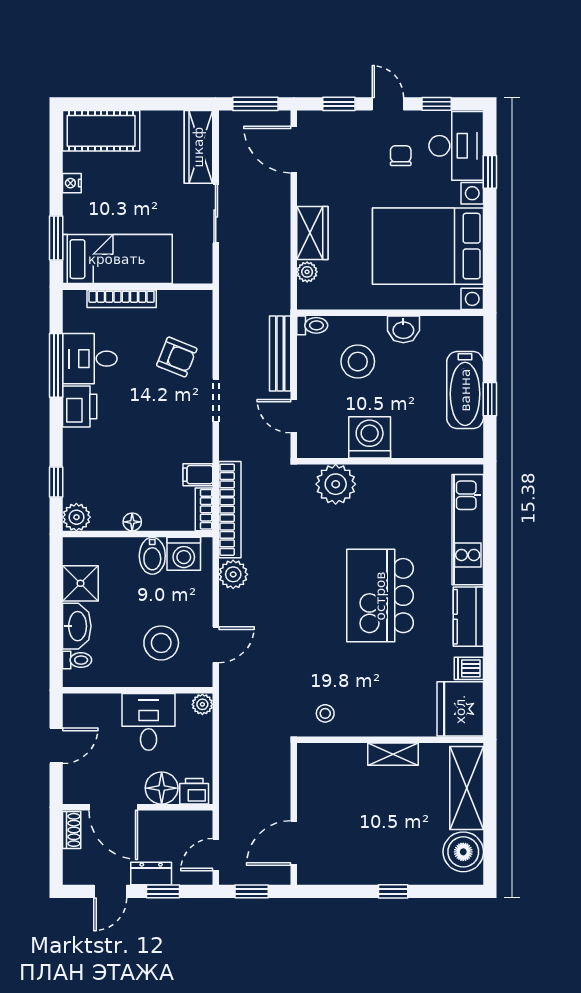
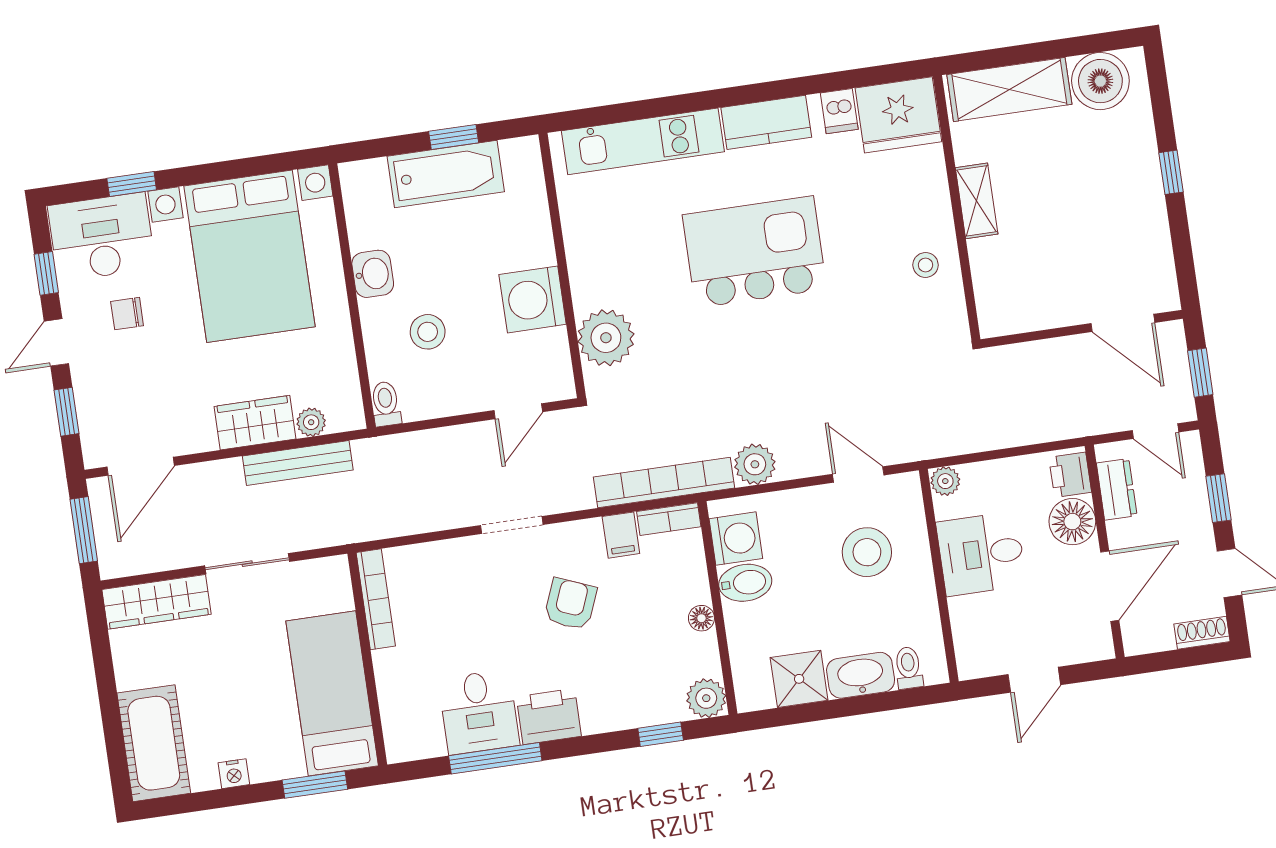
bookcase: (122, 299) -> (376, 599), moved
bench: (280, 353) -> (298, 463), moved
armchair: (177, 357) -> (570, 604), moved
stool: (358, 362) -> (428, 332), width x0.73, depth x0.73
kitchen island: (380, 596) -> (755, 252), turned 180
stool: (325, 713) -> (926, 265), moved
door: (56, 746) -> (1034, 680), swing flipped
shoe rack: (72, 830) -> (1202, 633), moved
dresser: (151, 873) -> (1117, 489), moved, turned 180

